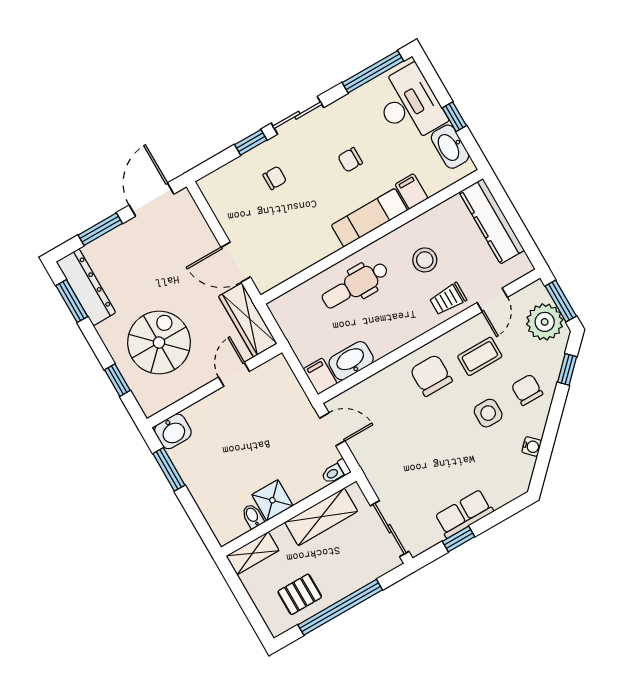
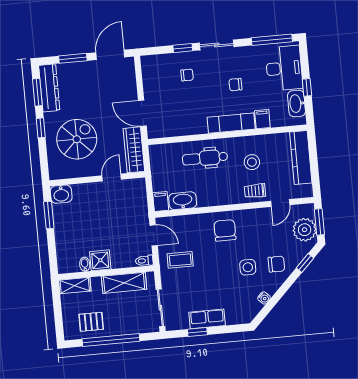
coffee table: (480, 356) -> (180, 260), moved
window: (117, 380) -> (41, 128), moved
chair: (527, 390) -> (276, 264), turned 90

